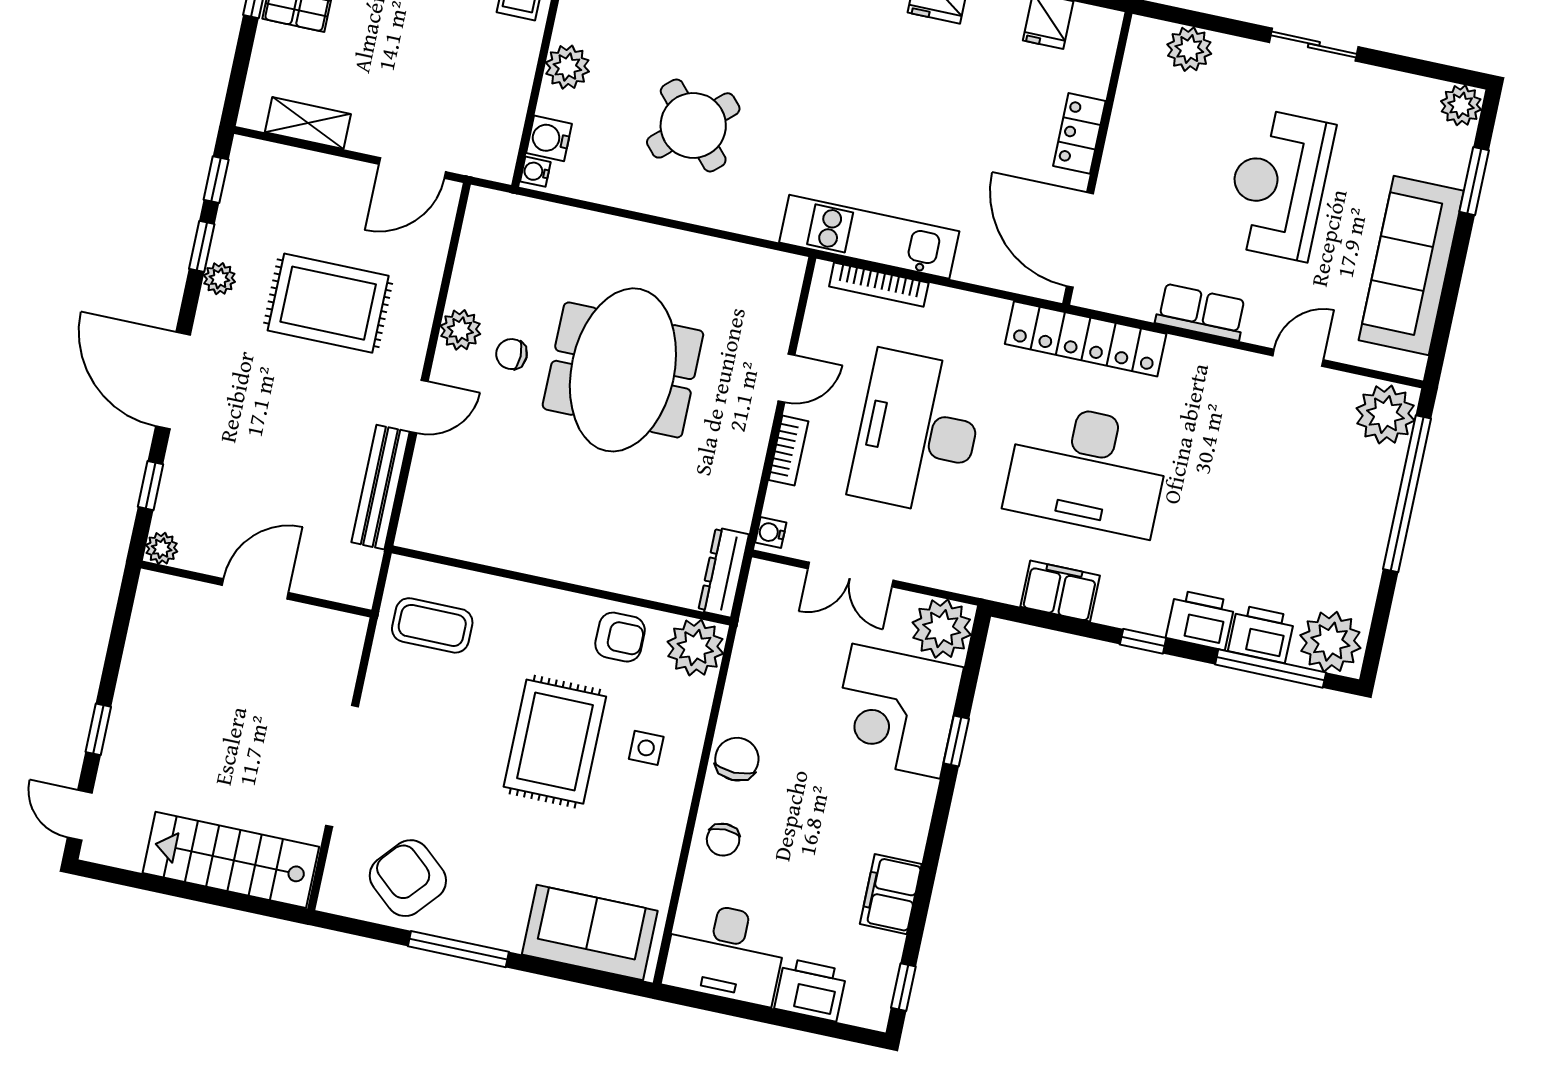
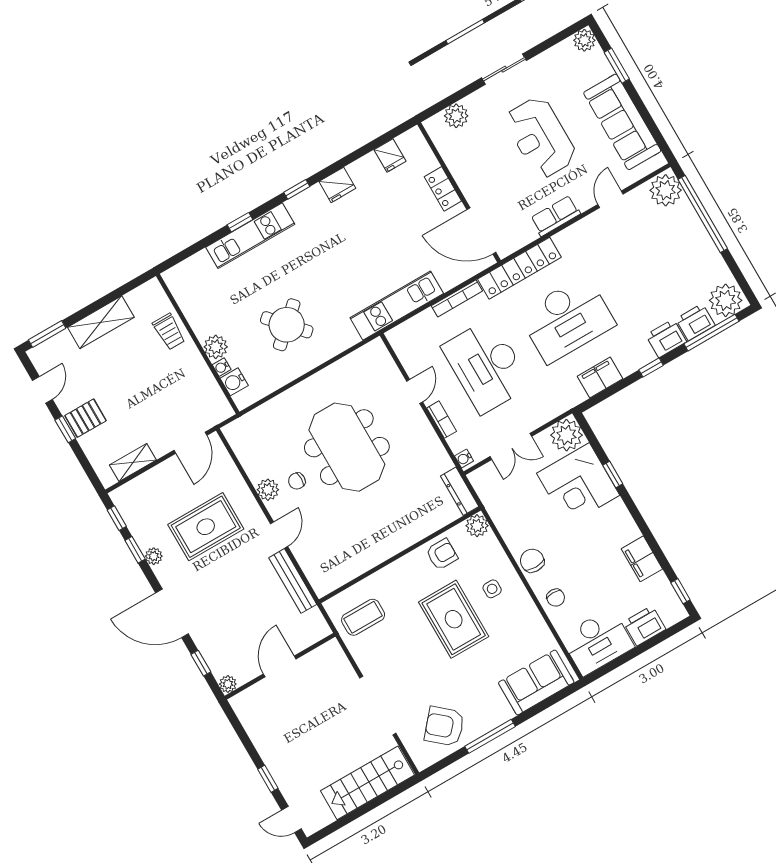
water cooler: (535, 172) -> (222, 367), moved
bookcase: (879, 285) -> (457, 298), moved
plant: (695, 648) -> (477, 526), width x0.73, depth x0.73

